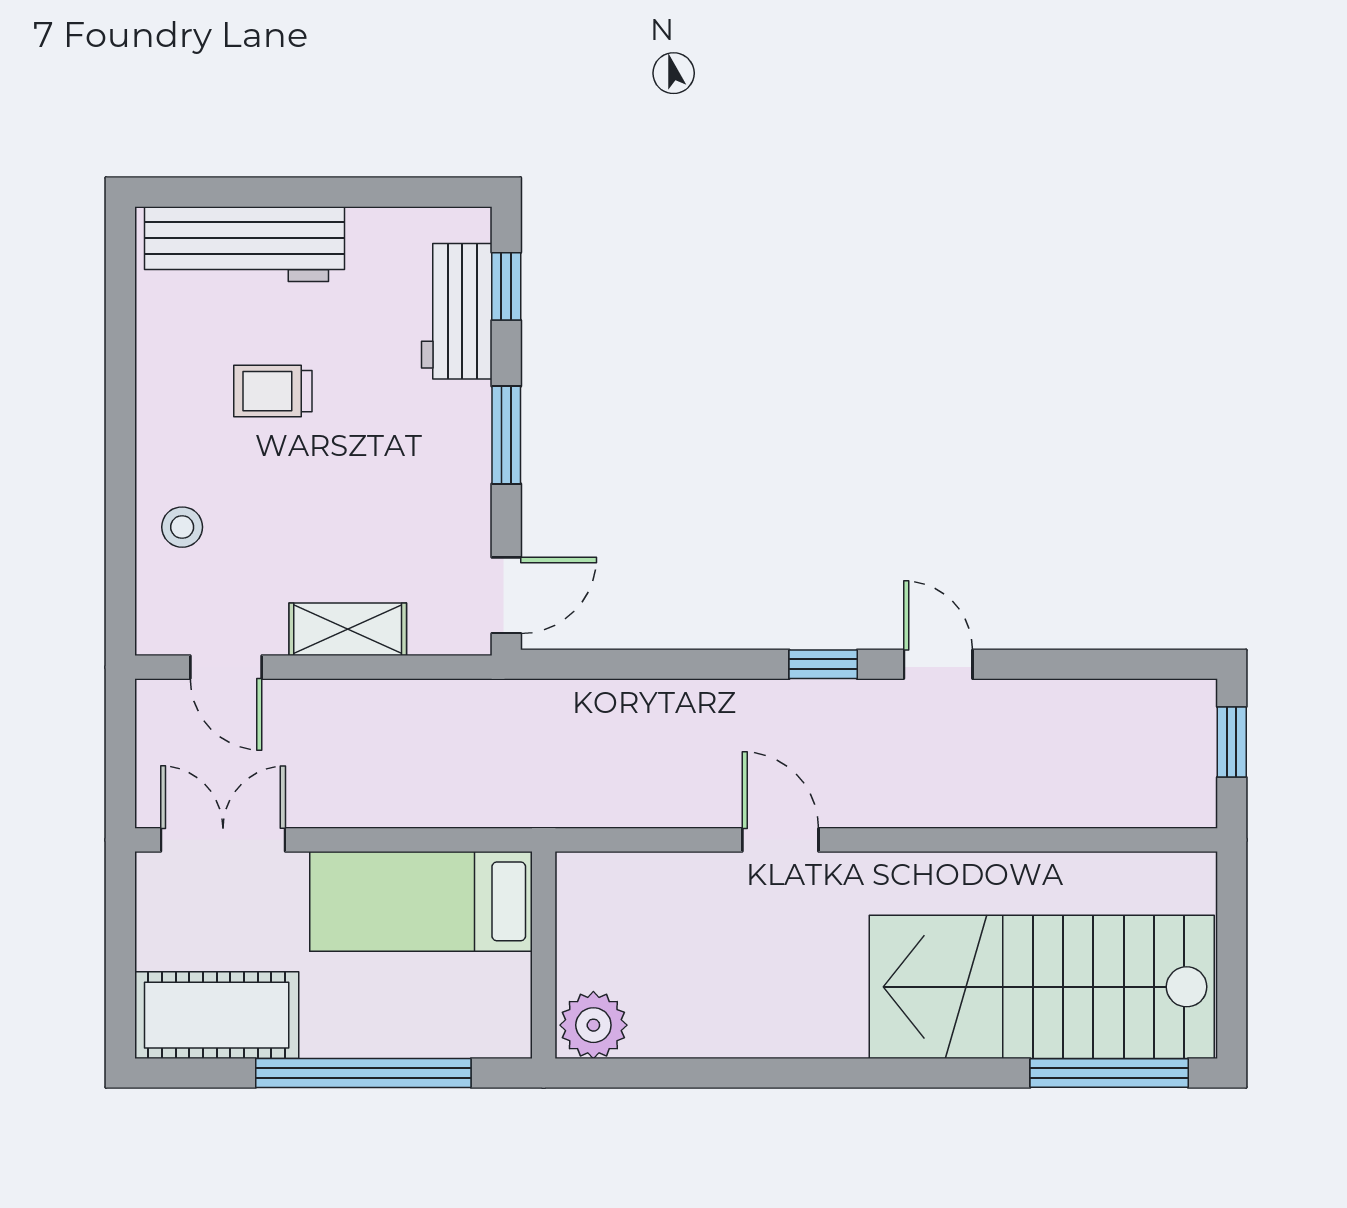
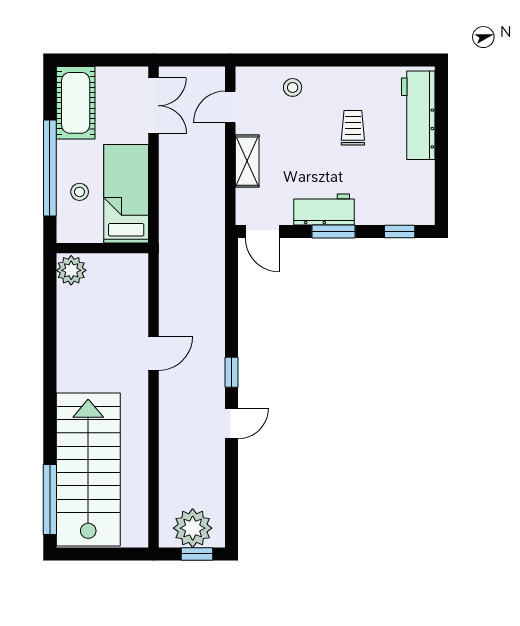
workbench: (457, 311) -> (324, 210), moved
plant: (1173, 752) -> (193, 528), added
stool: (417, 1006) -> (80, 192), added

